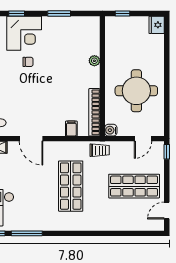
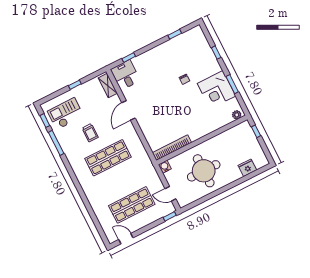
fridge: (157, 25) -> (247, 168), moved
corner desk: (24, 33) -> (216, 90), moved
plant: (94, 61) -> (237, 115), moved
filing cabinet: (71, 129) -> (151, 137), removed
trolley: (100, 150) -> (90, 133), moved
shop shelf: (134, 186) -> (132, 205), turned 90

